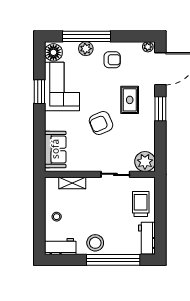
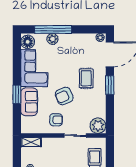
armchair: (112, 60) -> (56, 120), moved
window: (39, 92) -> (17, 94), moved
sofa: (55, 149) -> (29, 102), moved
shelving: (72, 183) -> (31, 142), moved

